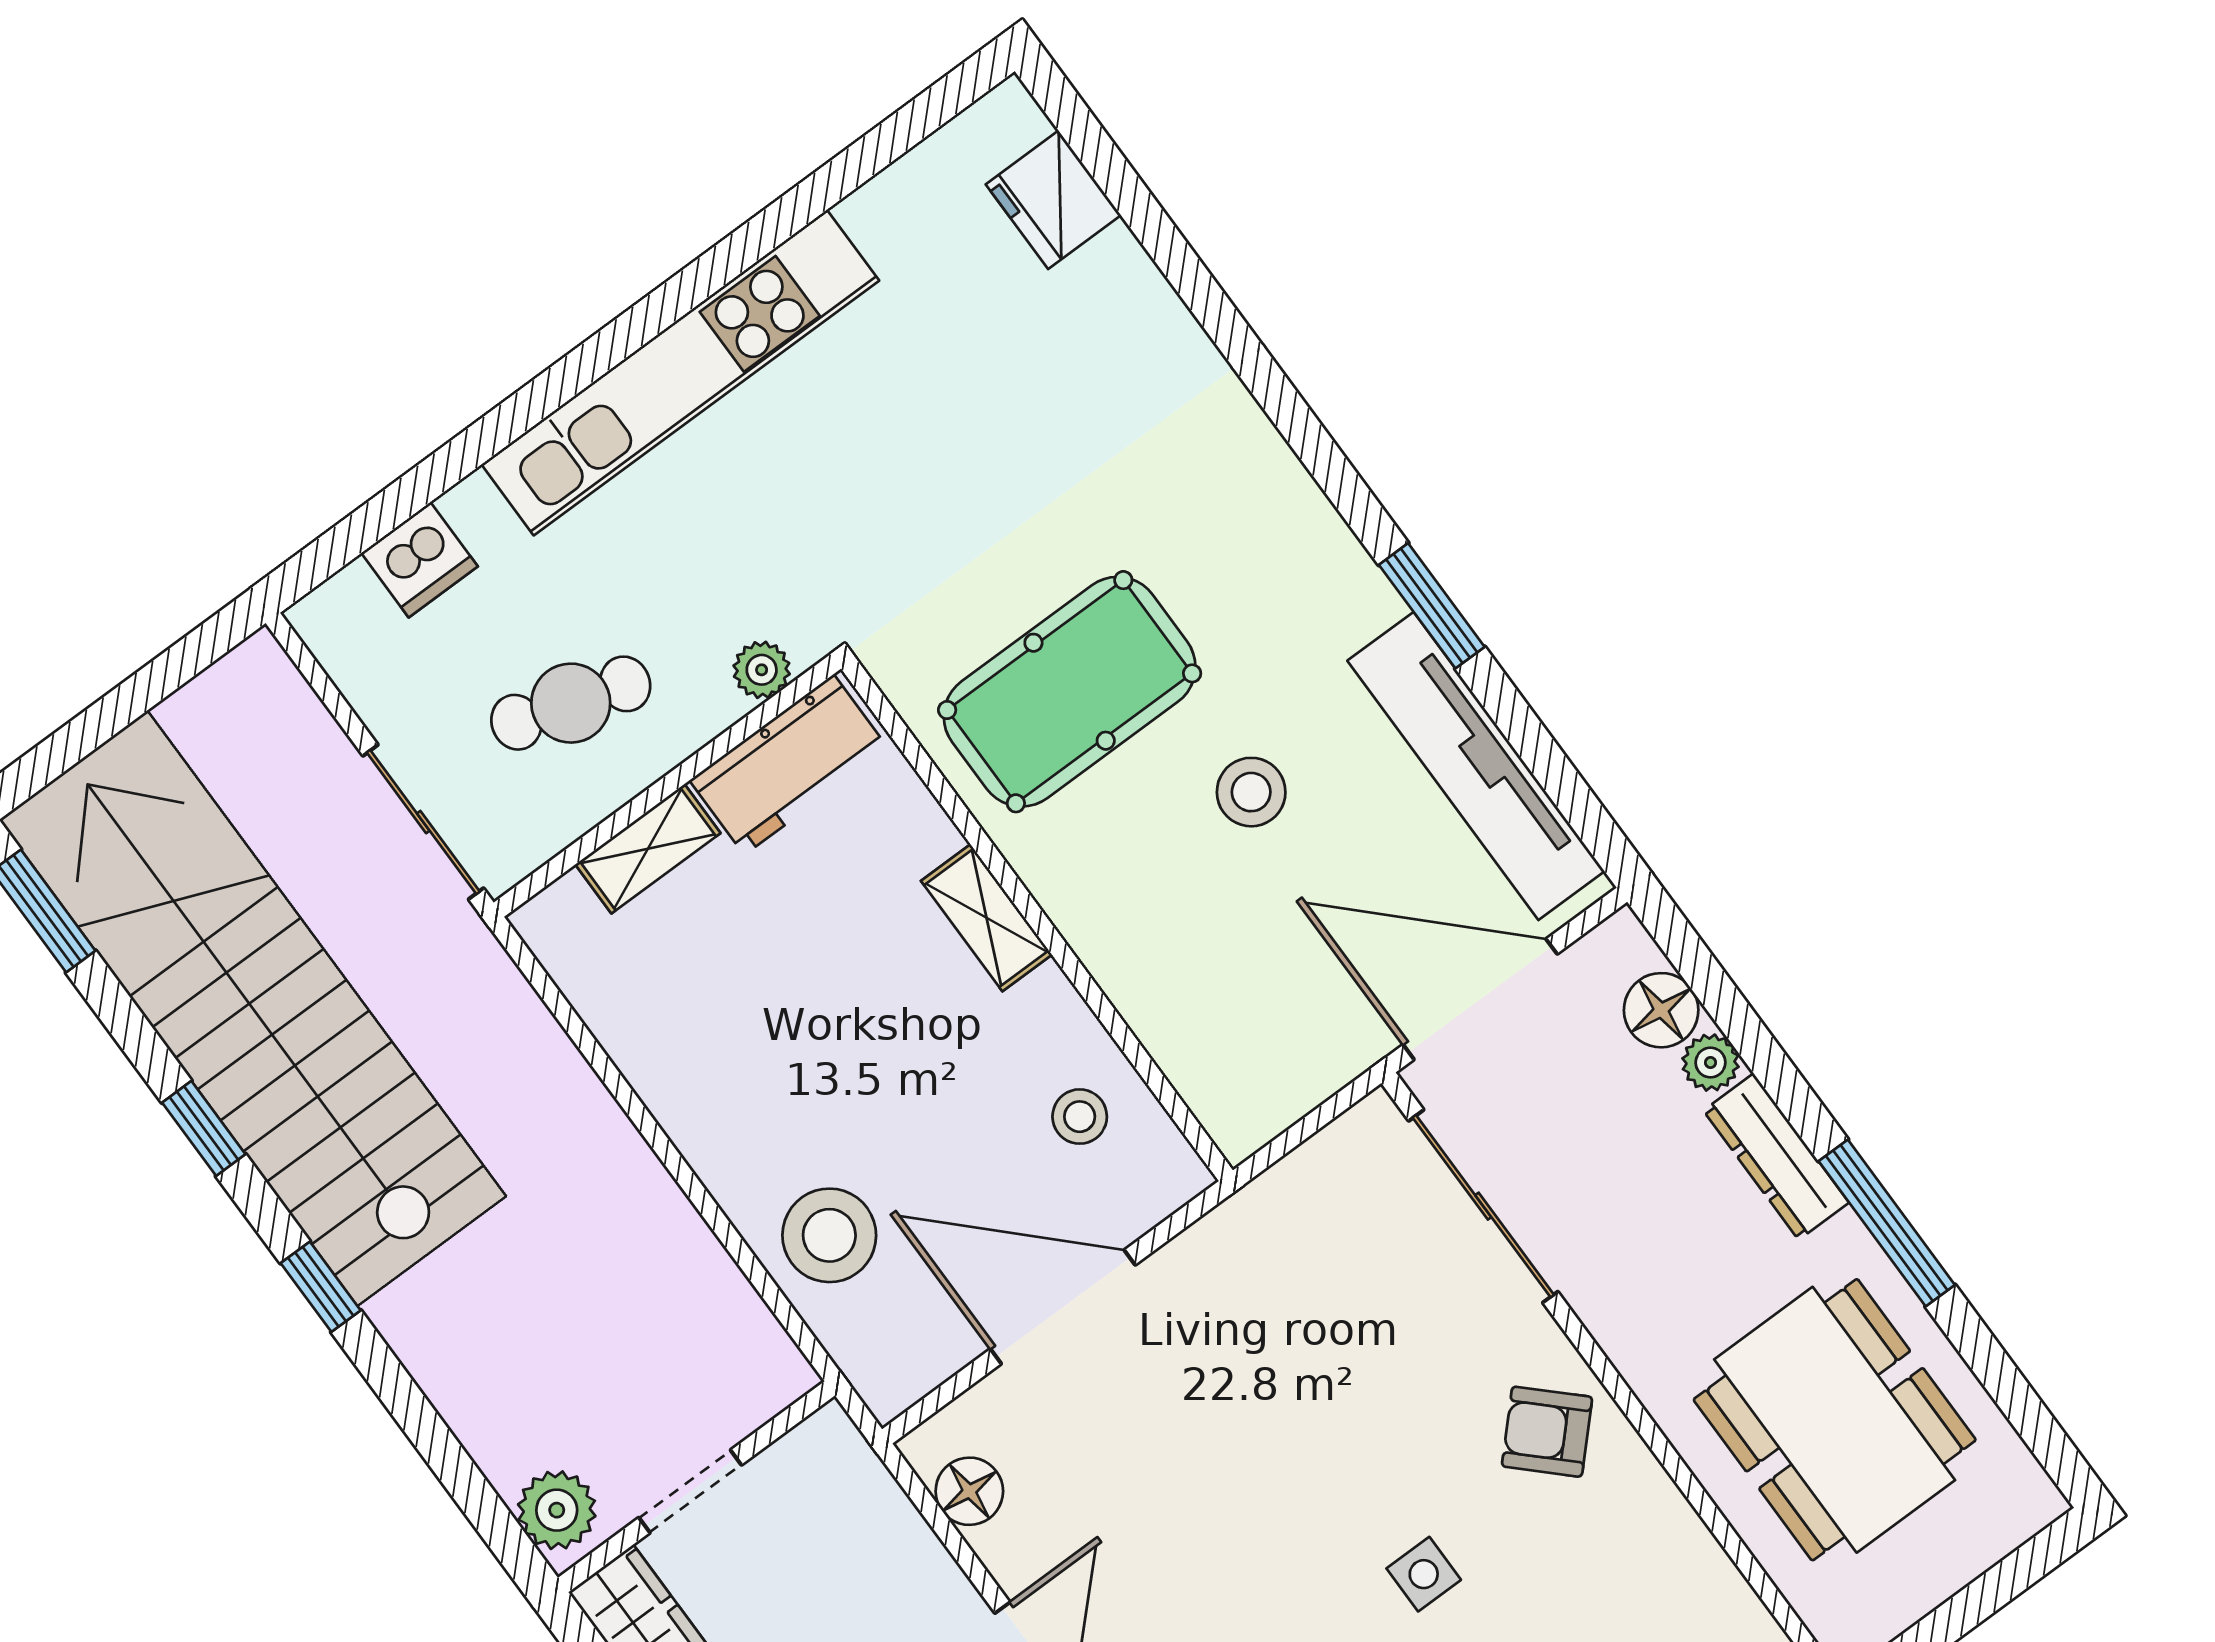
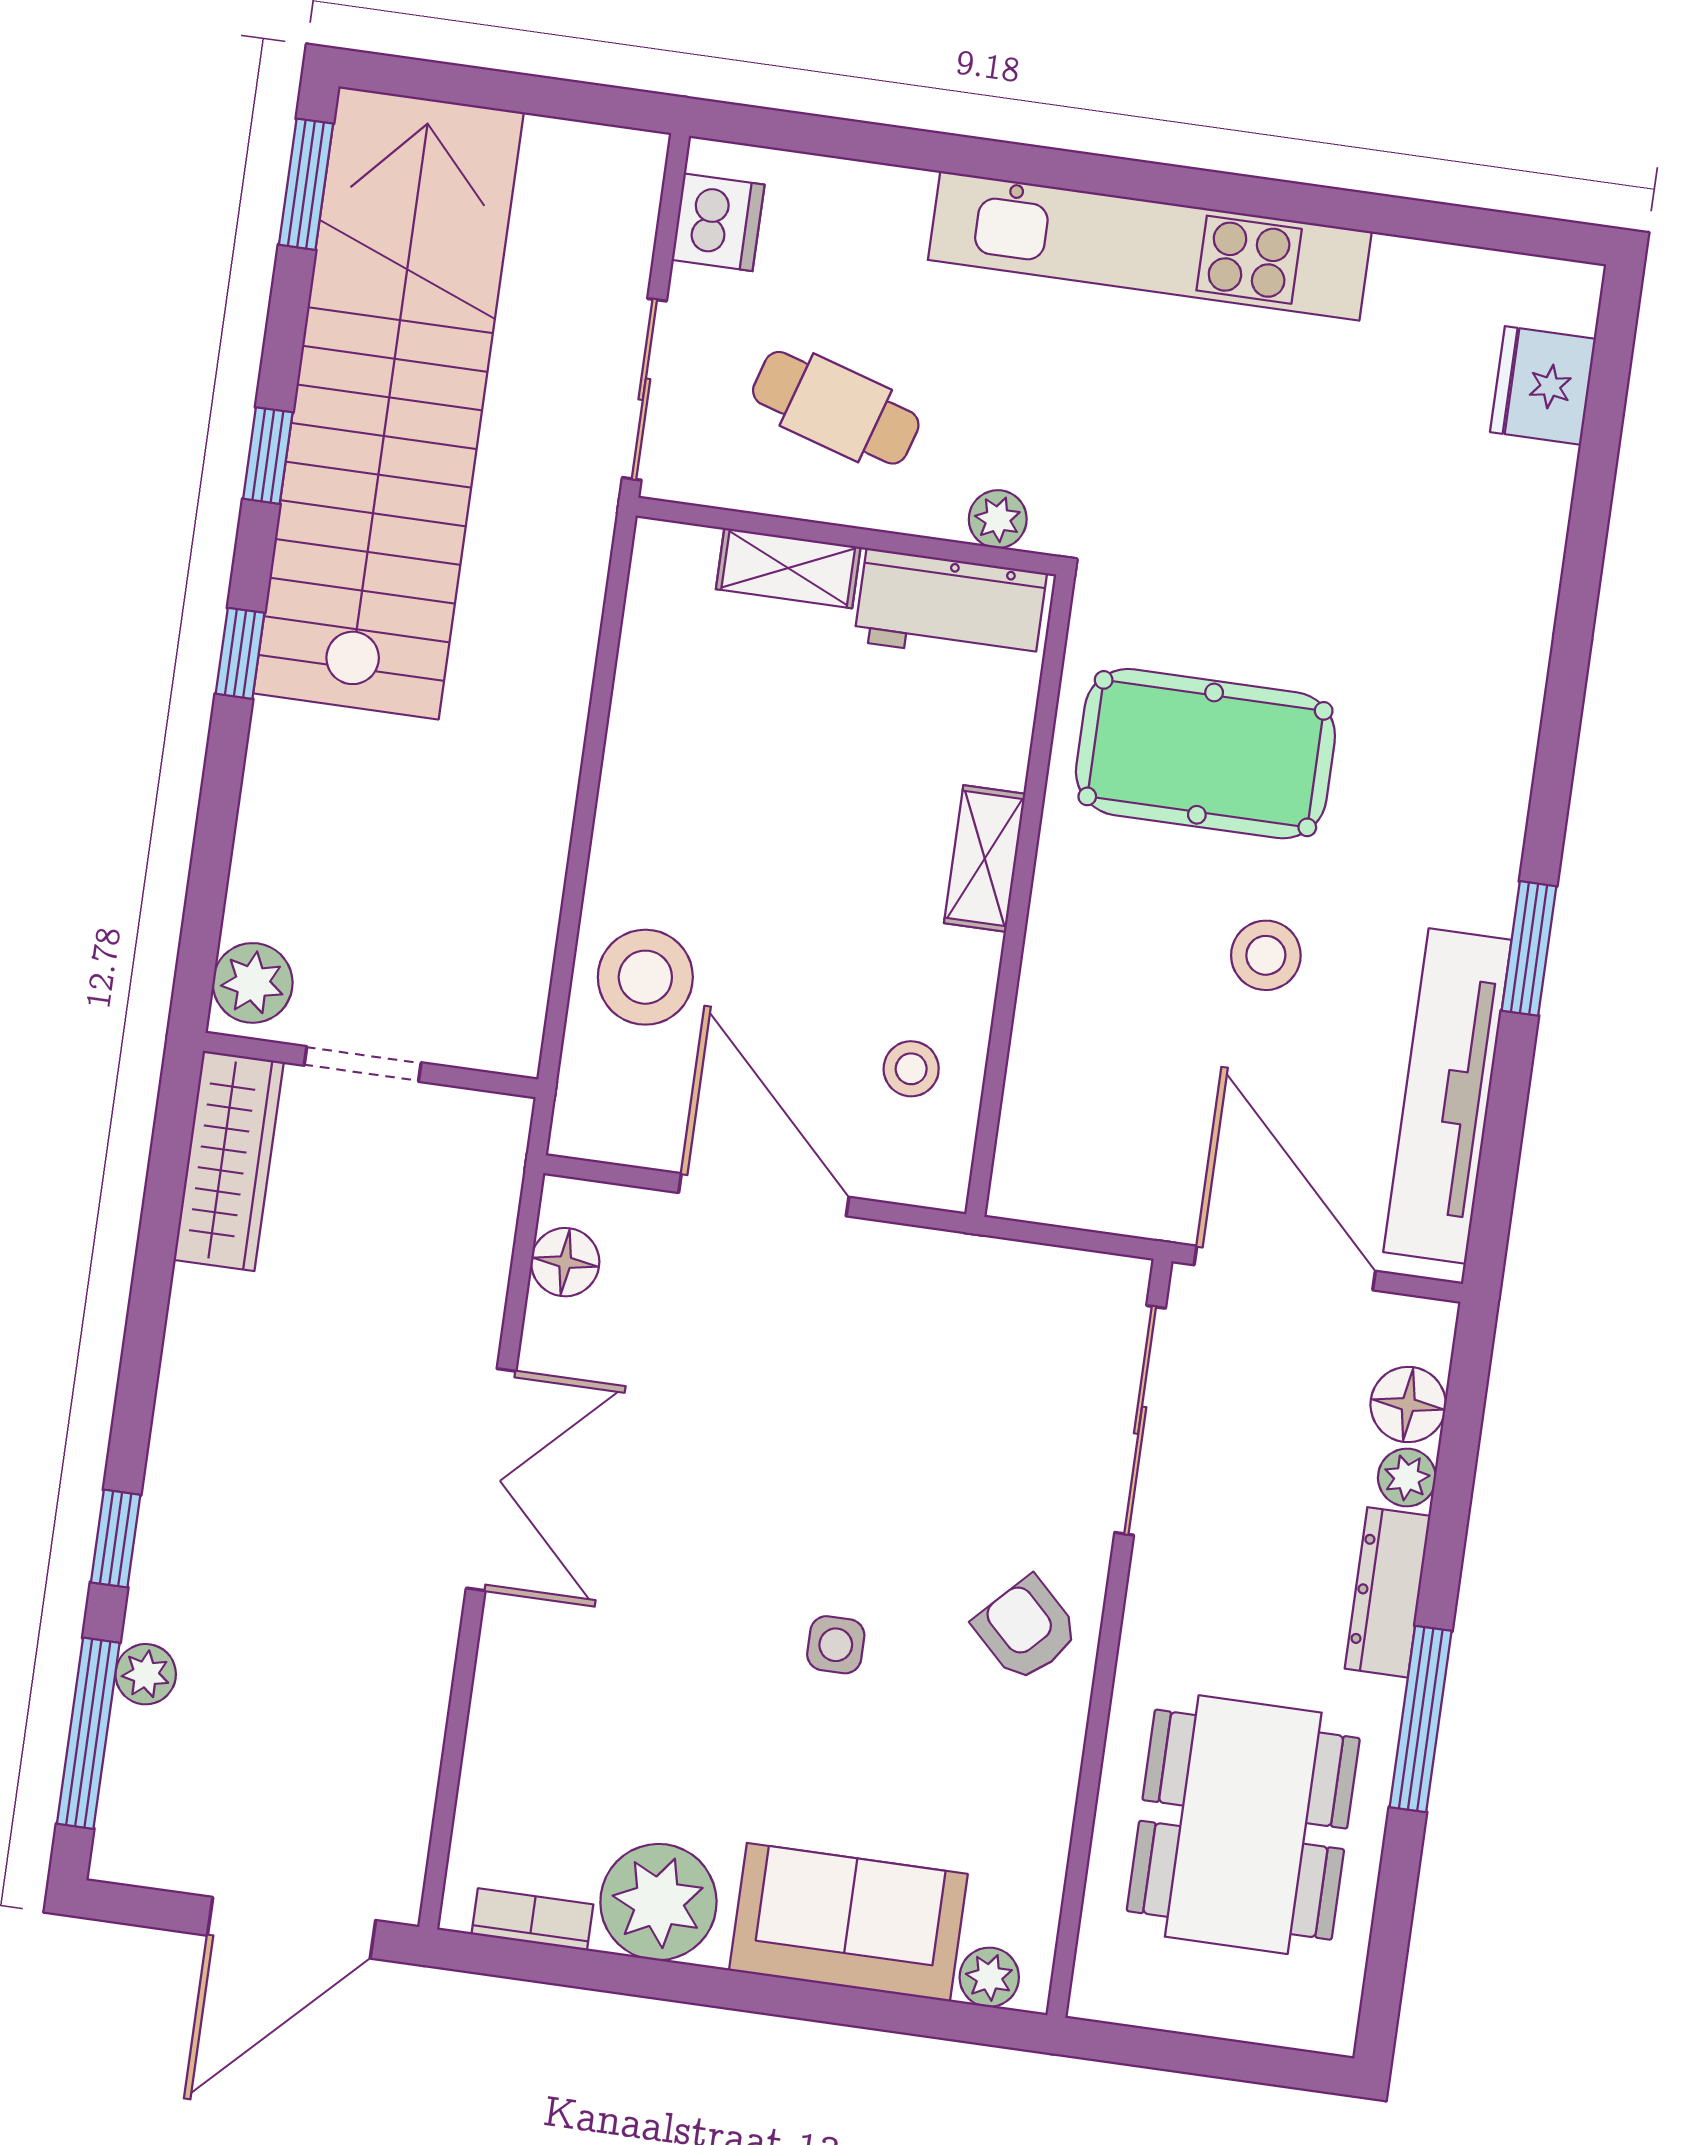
dishwasher: (419, 560) -> (718, 222), moved, turned -90

